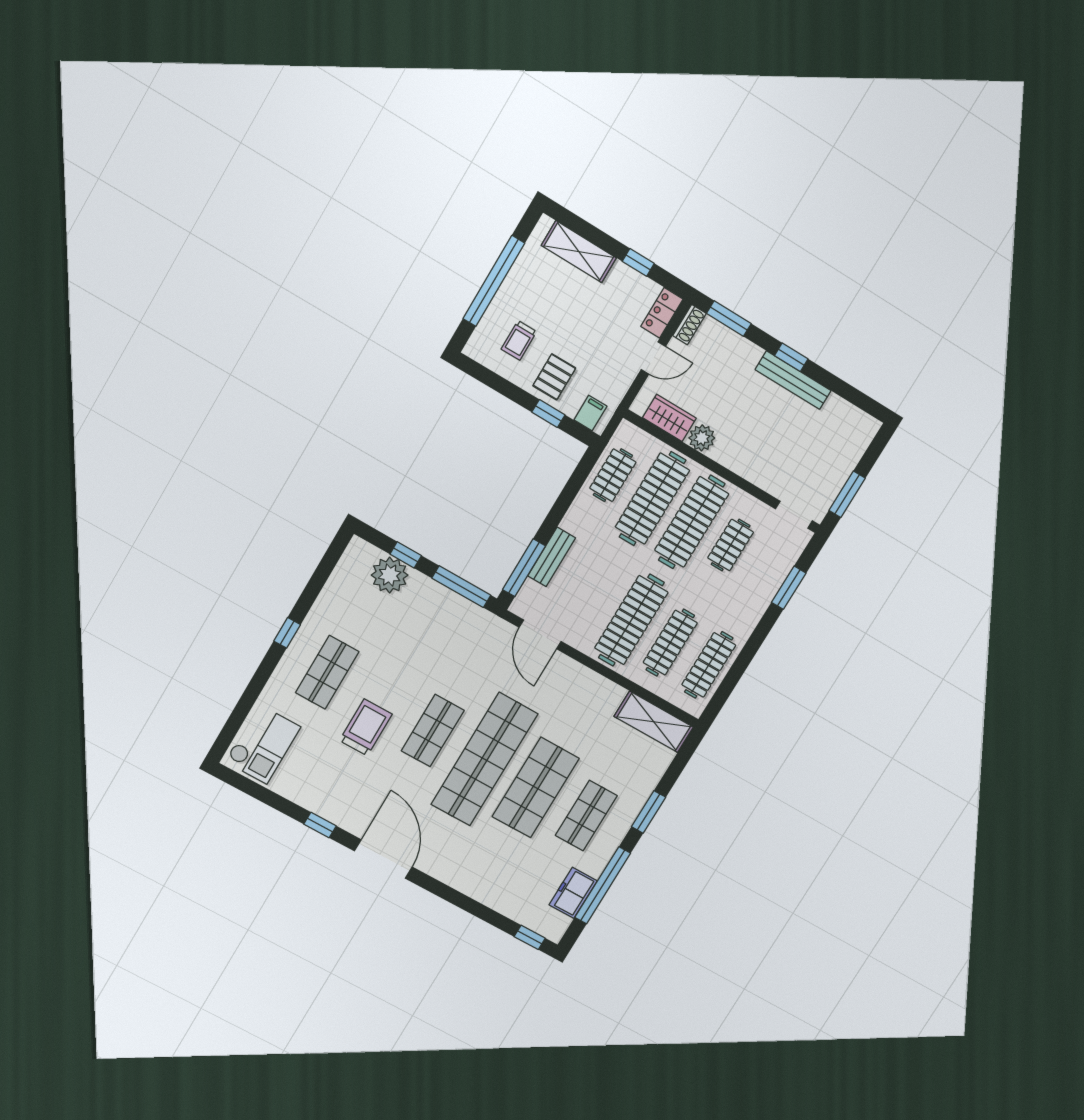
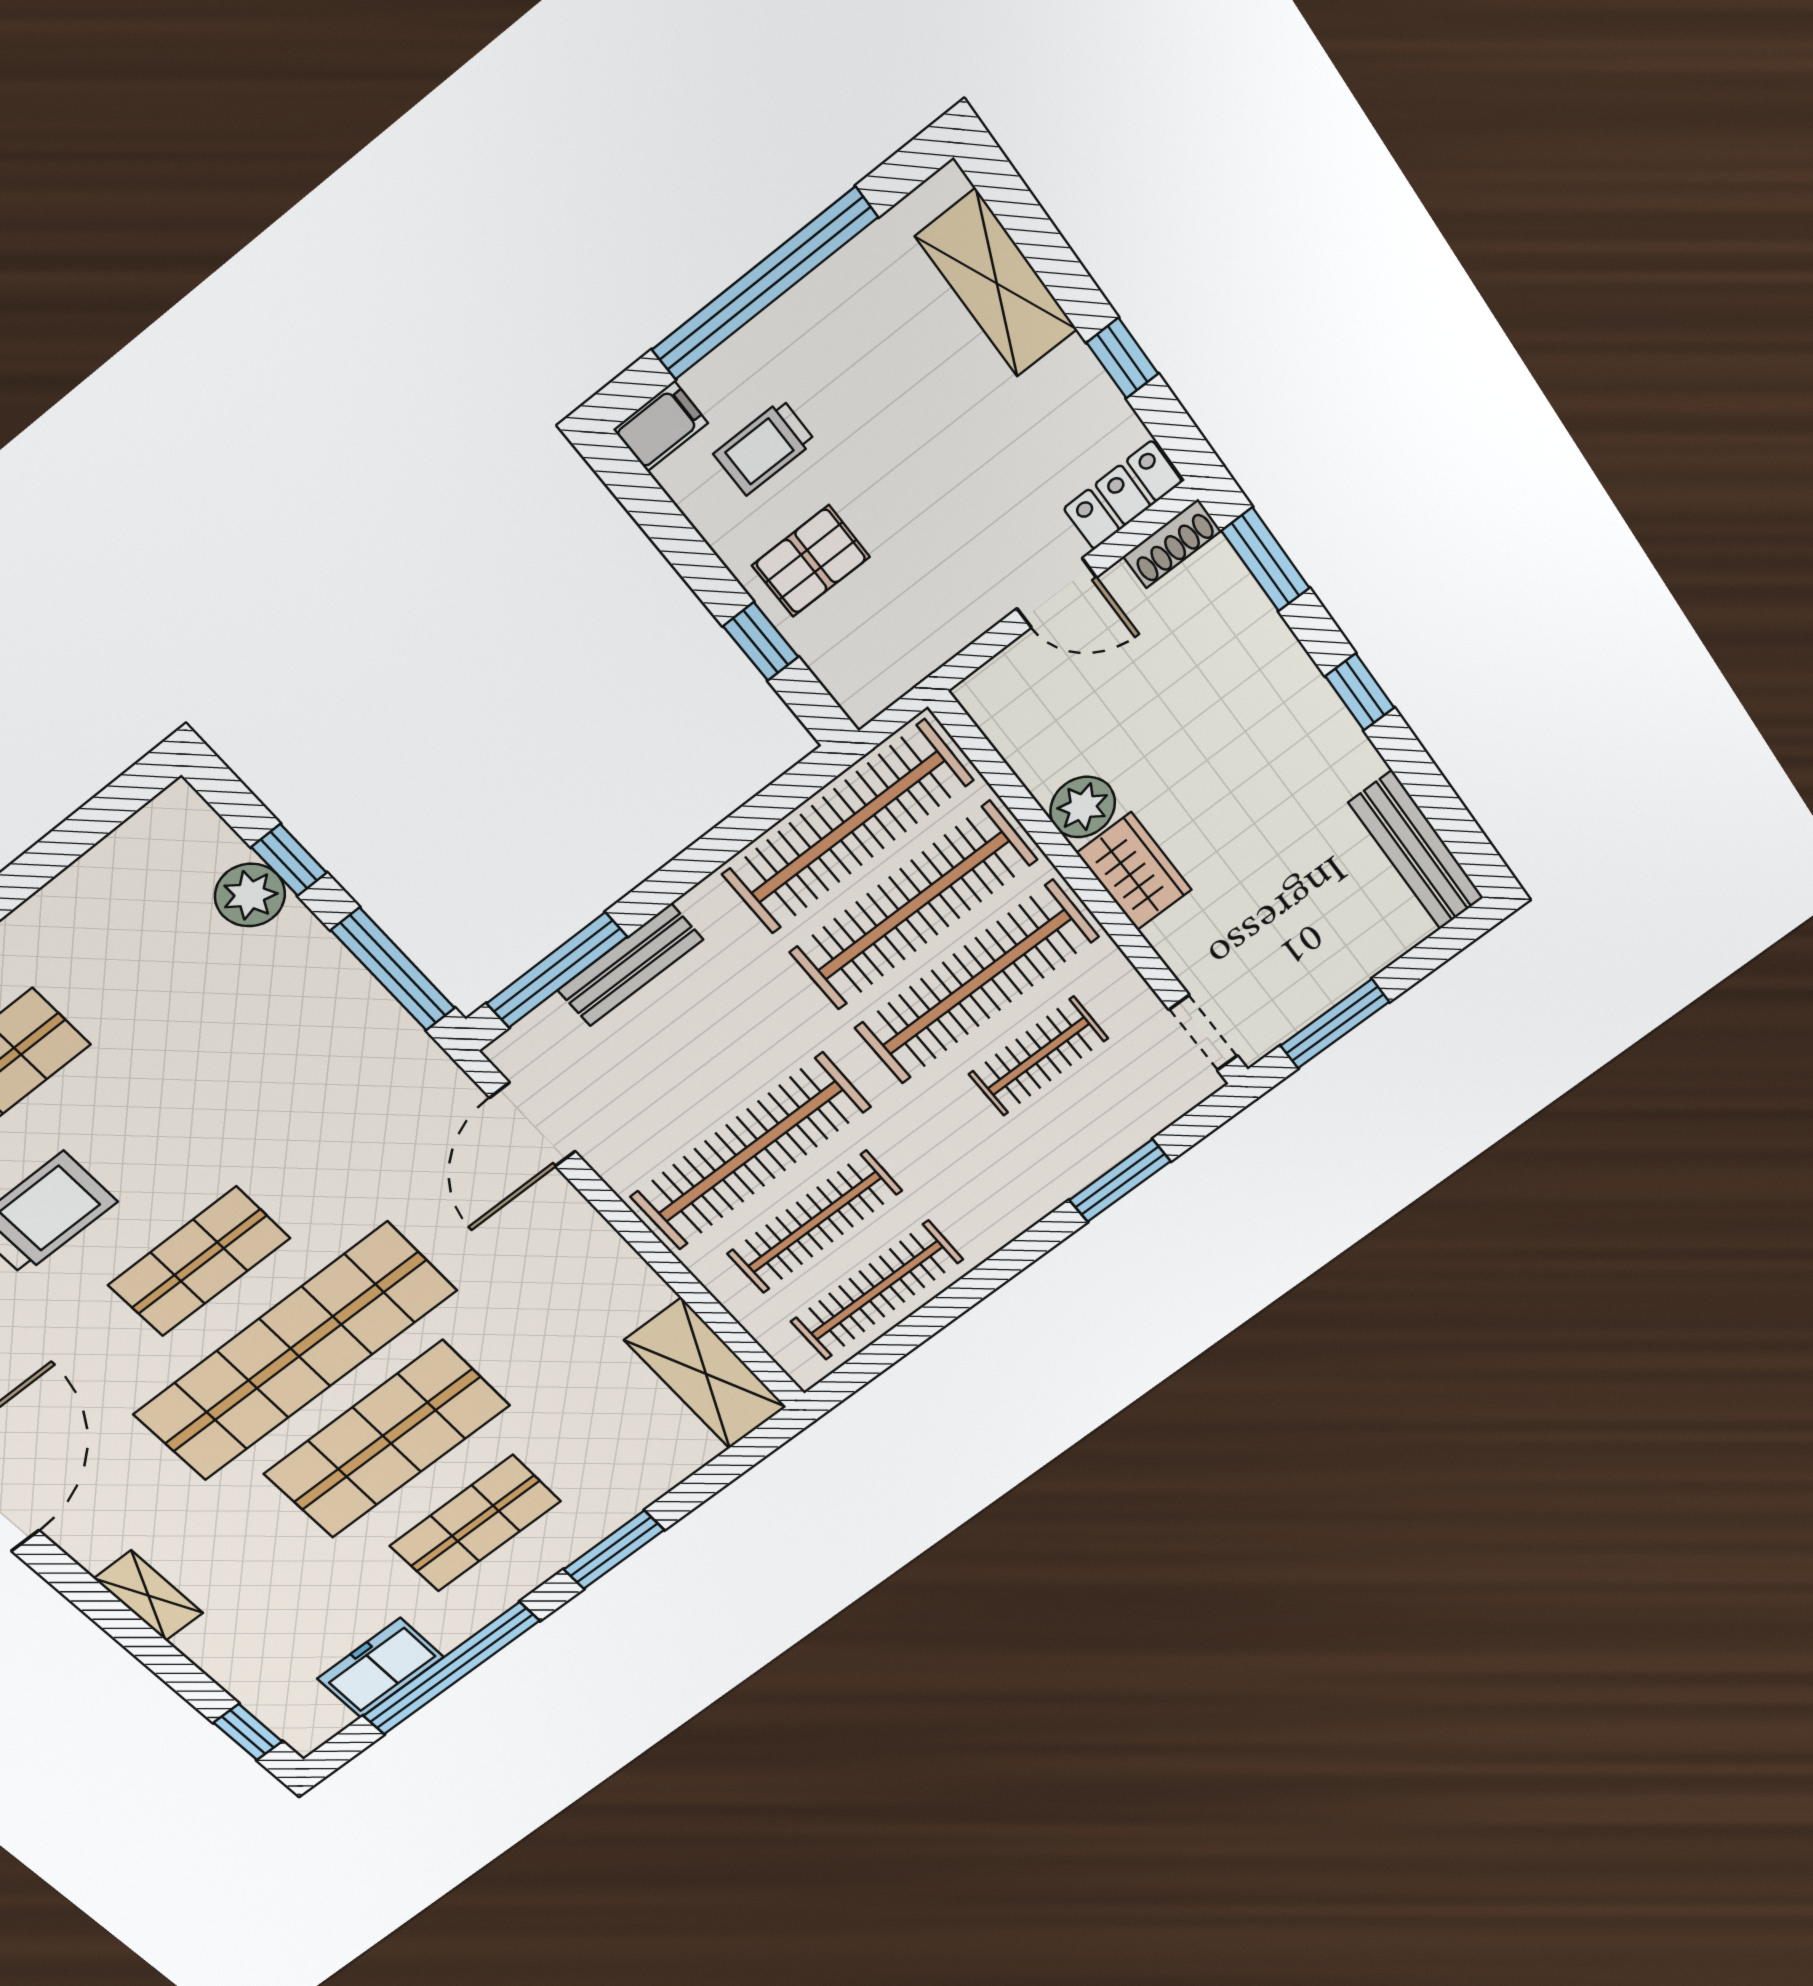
bench: (793, 380) -> (1417, 850), moved
filing cabinet: (590, 413) -> (661, 426), moved
wardrobe: (669, 418) -> (1134, 871), moved
clothes rail: (613, 475) -> (848, 827), width x1.86, depth x1.31
plant: (390, 575) -> (250, 895), width x0.73, depth x0.73
shelving: (466, 884) -> (149, 1596), added

